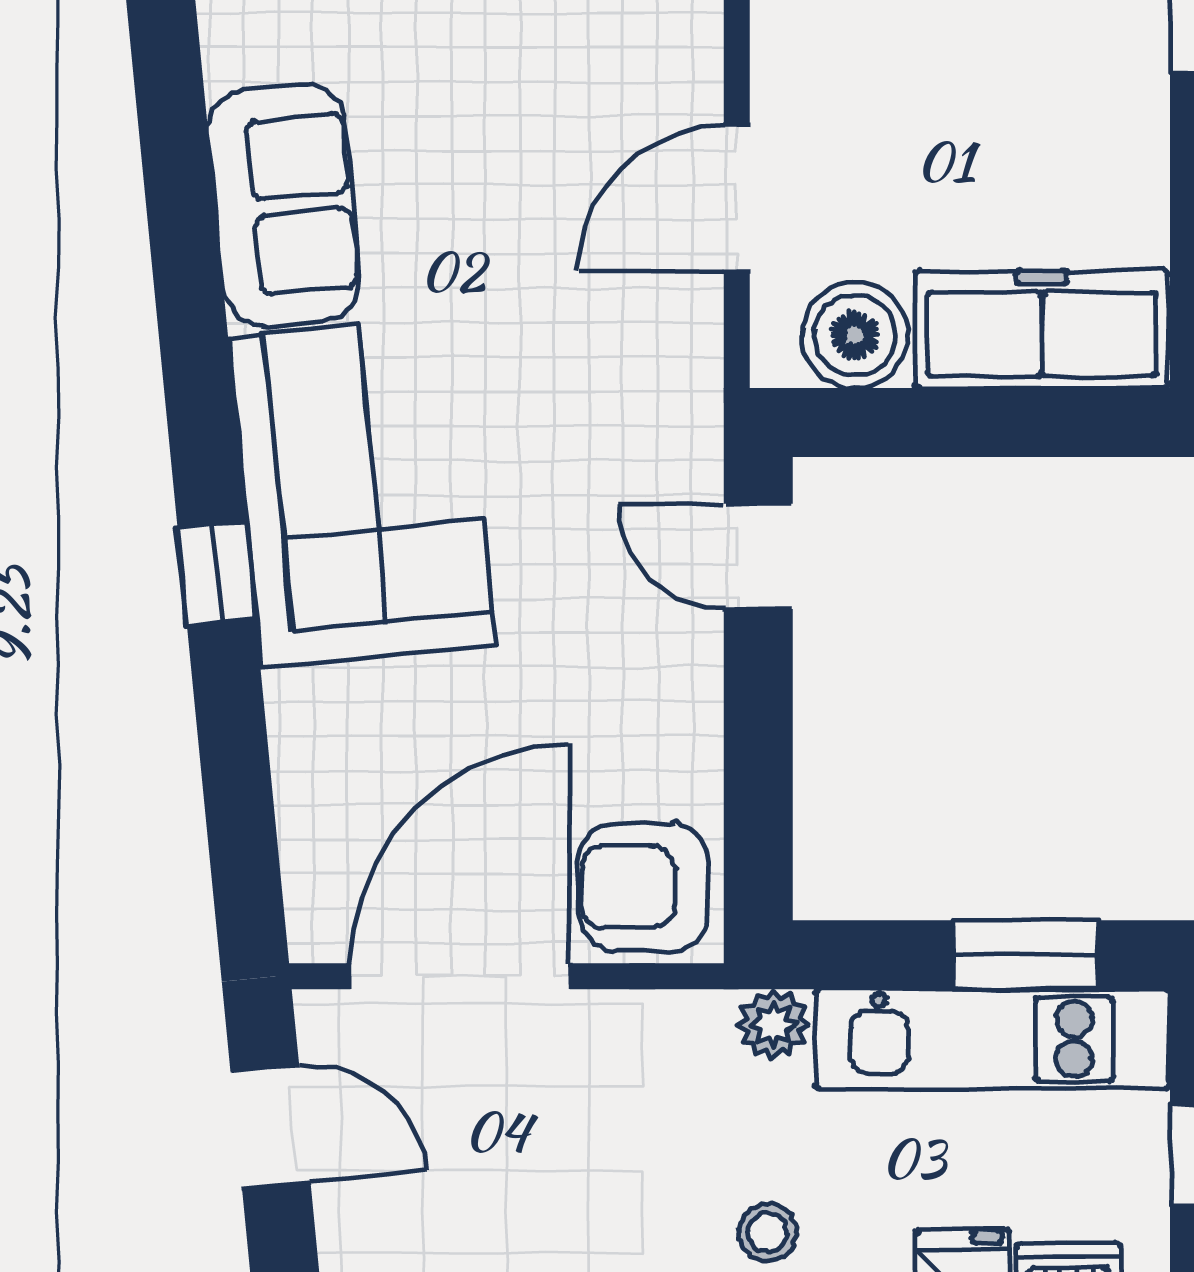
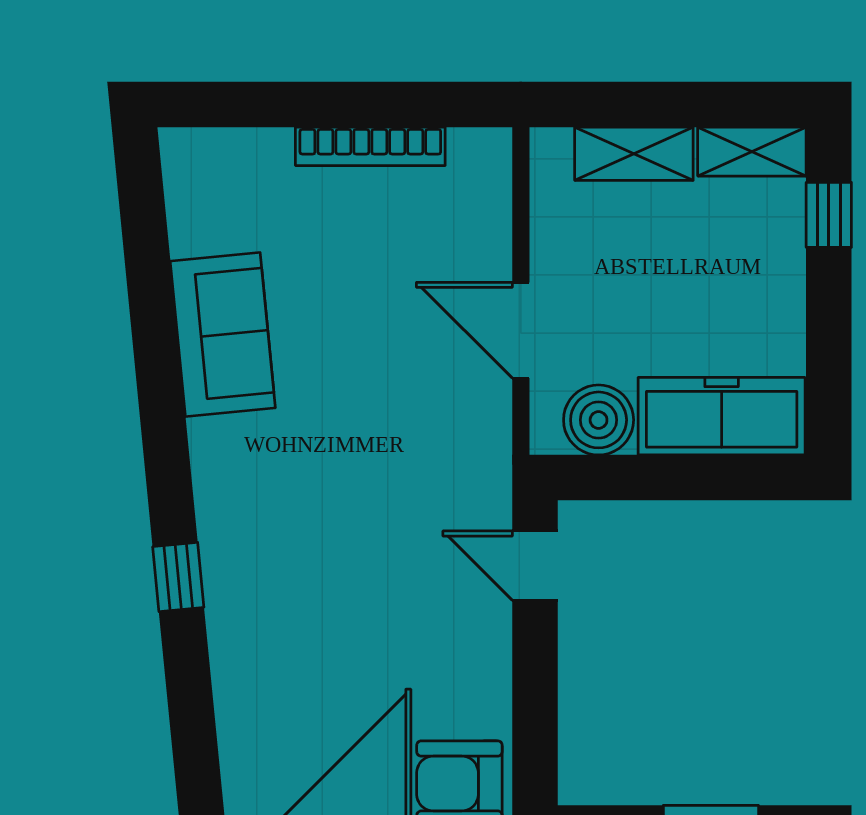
door: (737, 199) -> (521, 330), hinge flipped
corner sofa: (362, 491) -> (274, 523), removed

